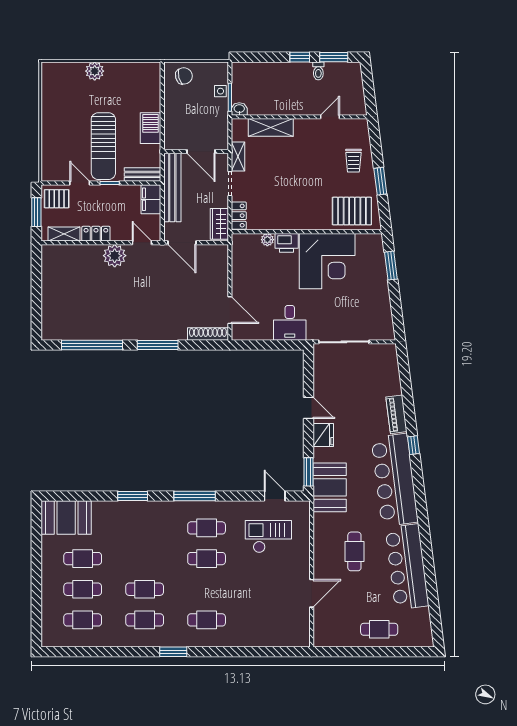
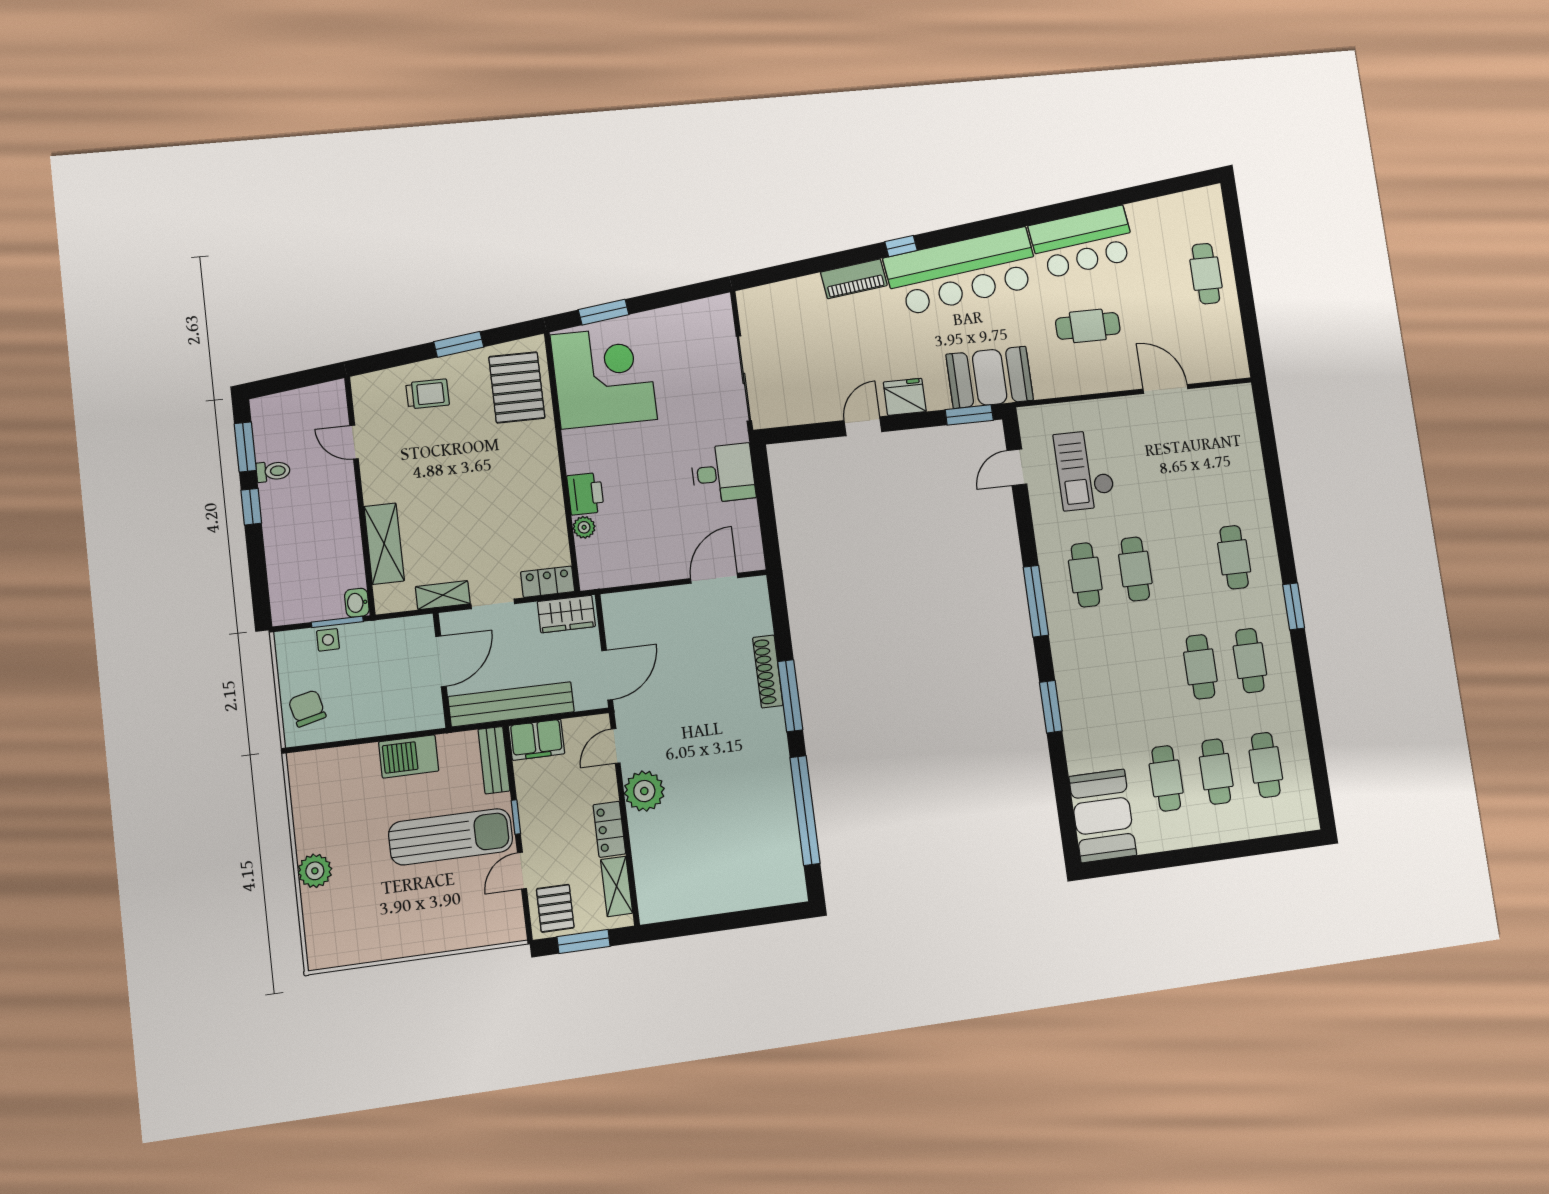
corner desk: (327, 261) -> (604, 377), moved
shoe rack: (208, 334) -> (768, 671), moved
bar counter: (407, 567) -> (1083, 242), width x0.73

